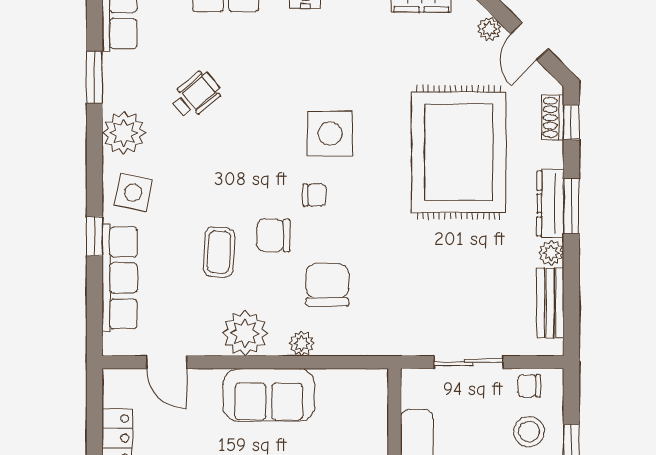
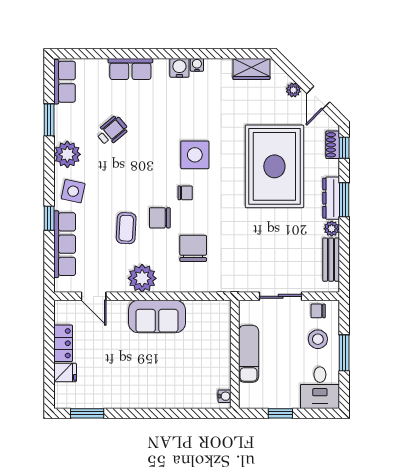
plant: (302, 343) -> (177, 285), removed

